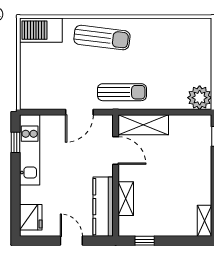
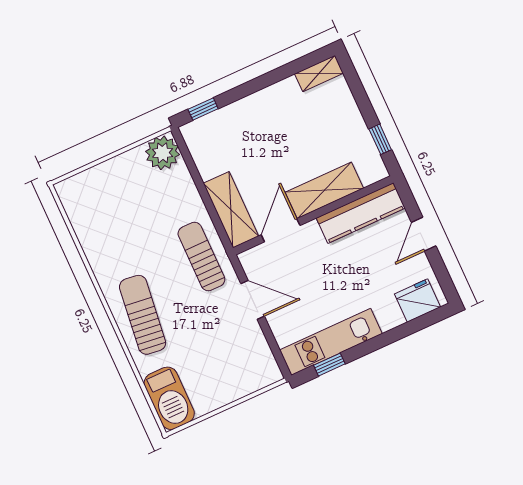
shelving: (126, 199) -> (324, 190), width x1.50, depth x1.33

